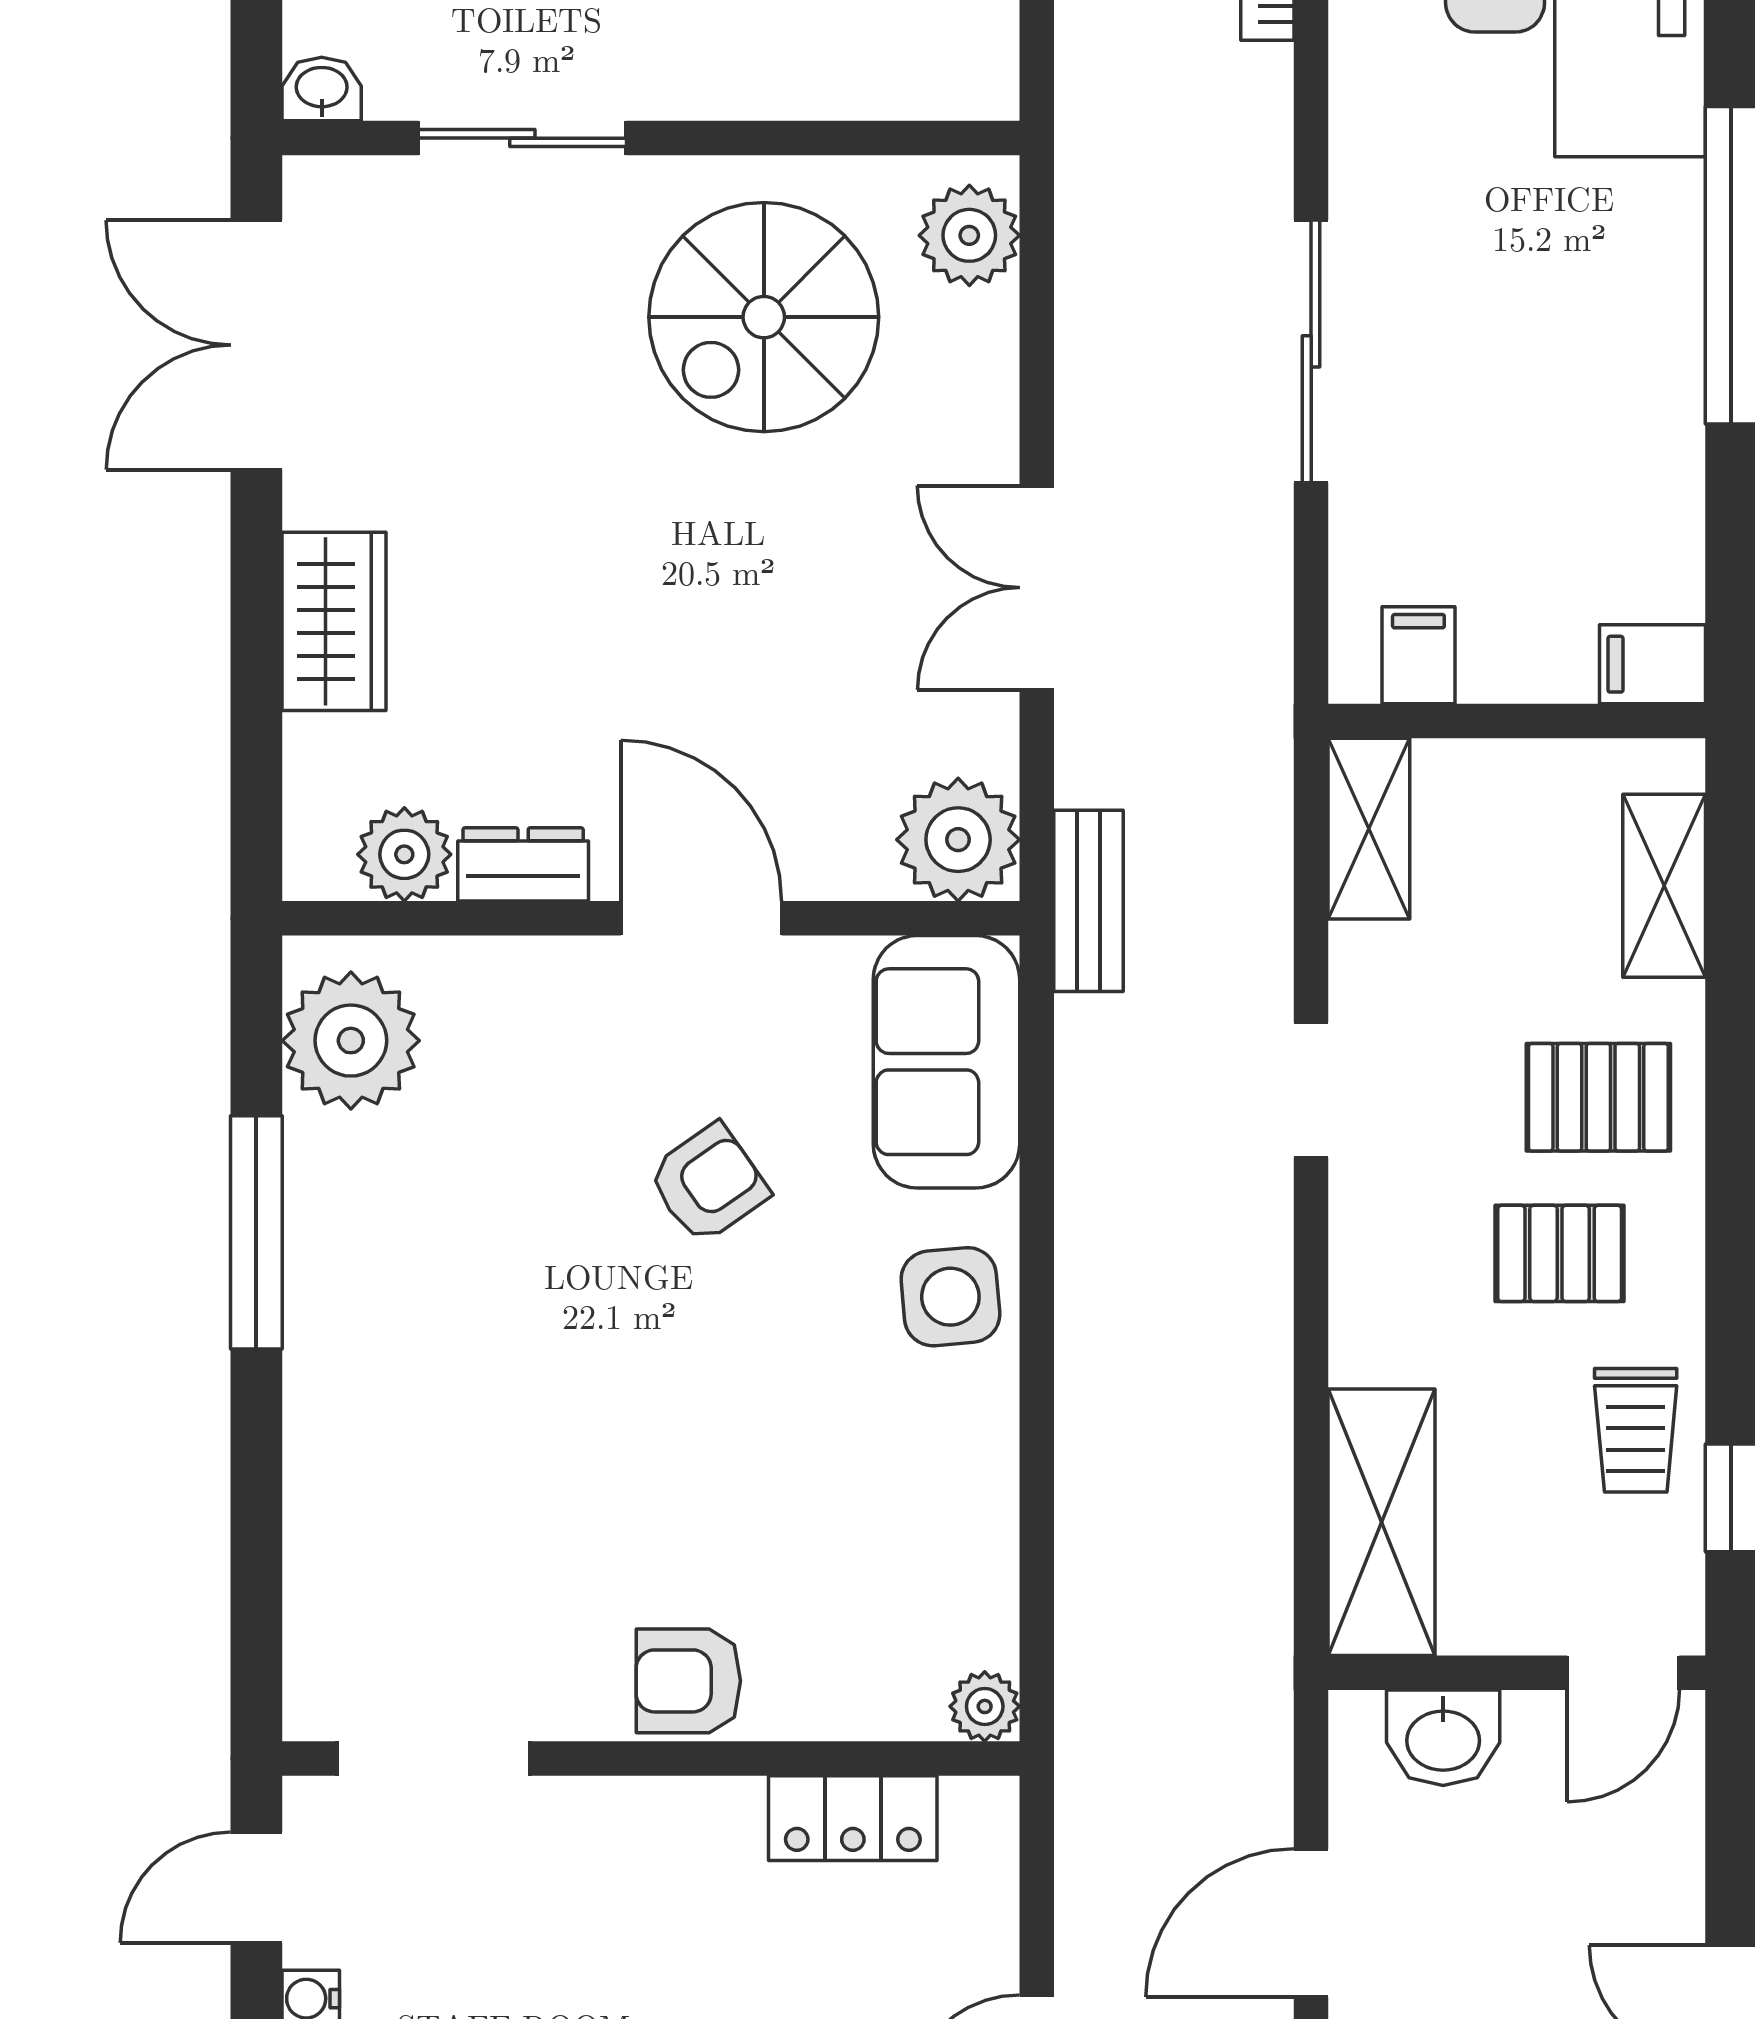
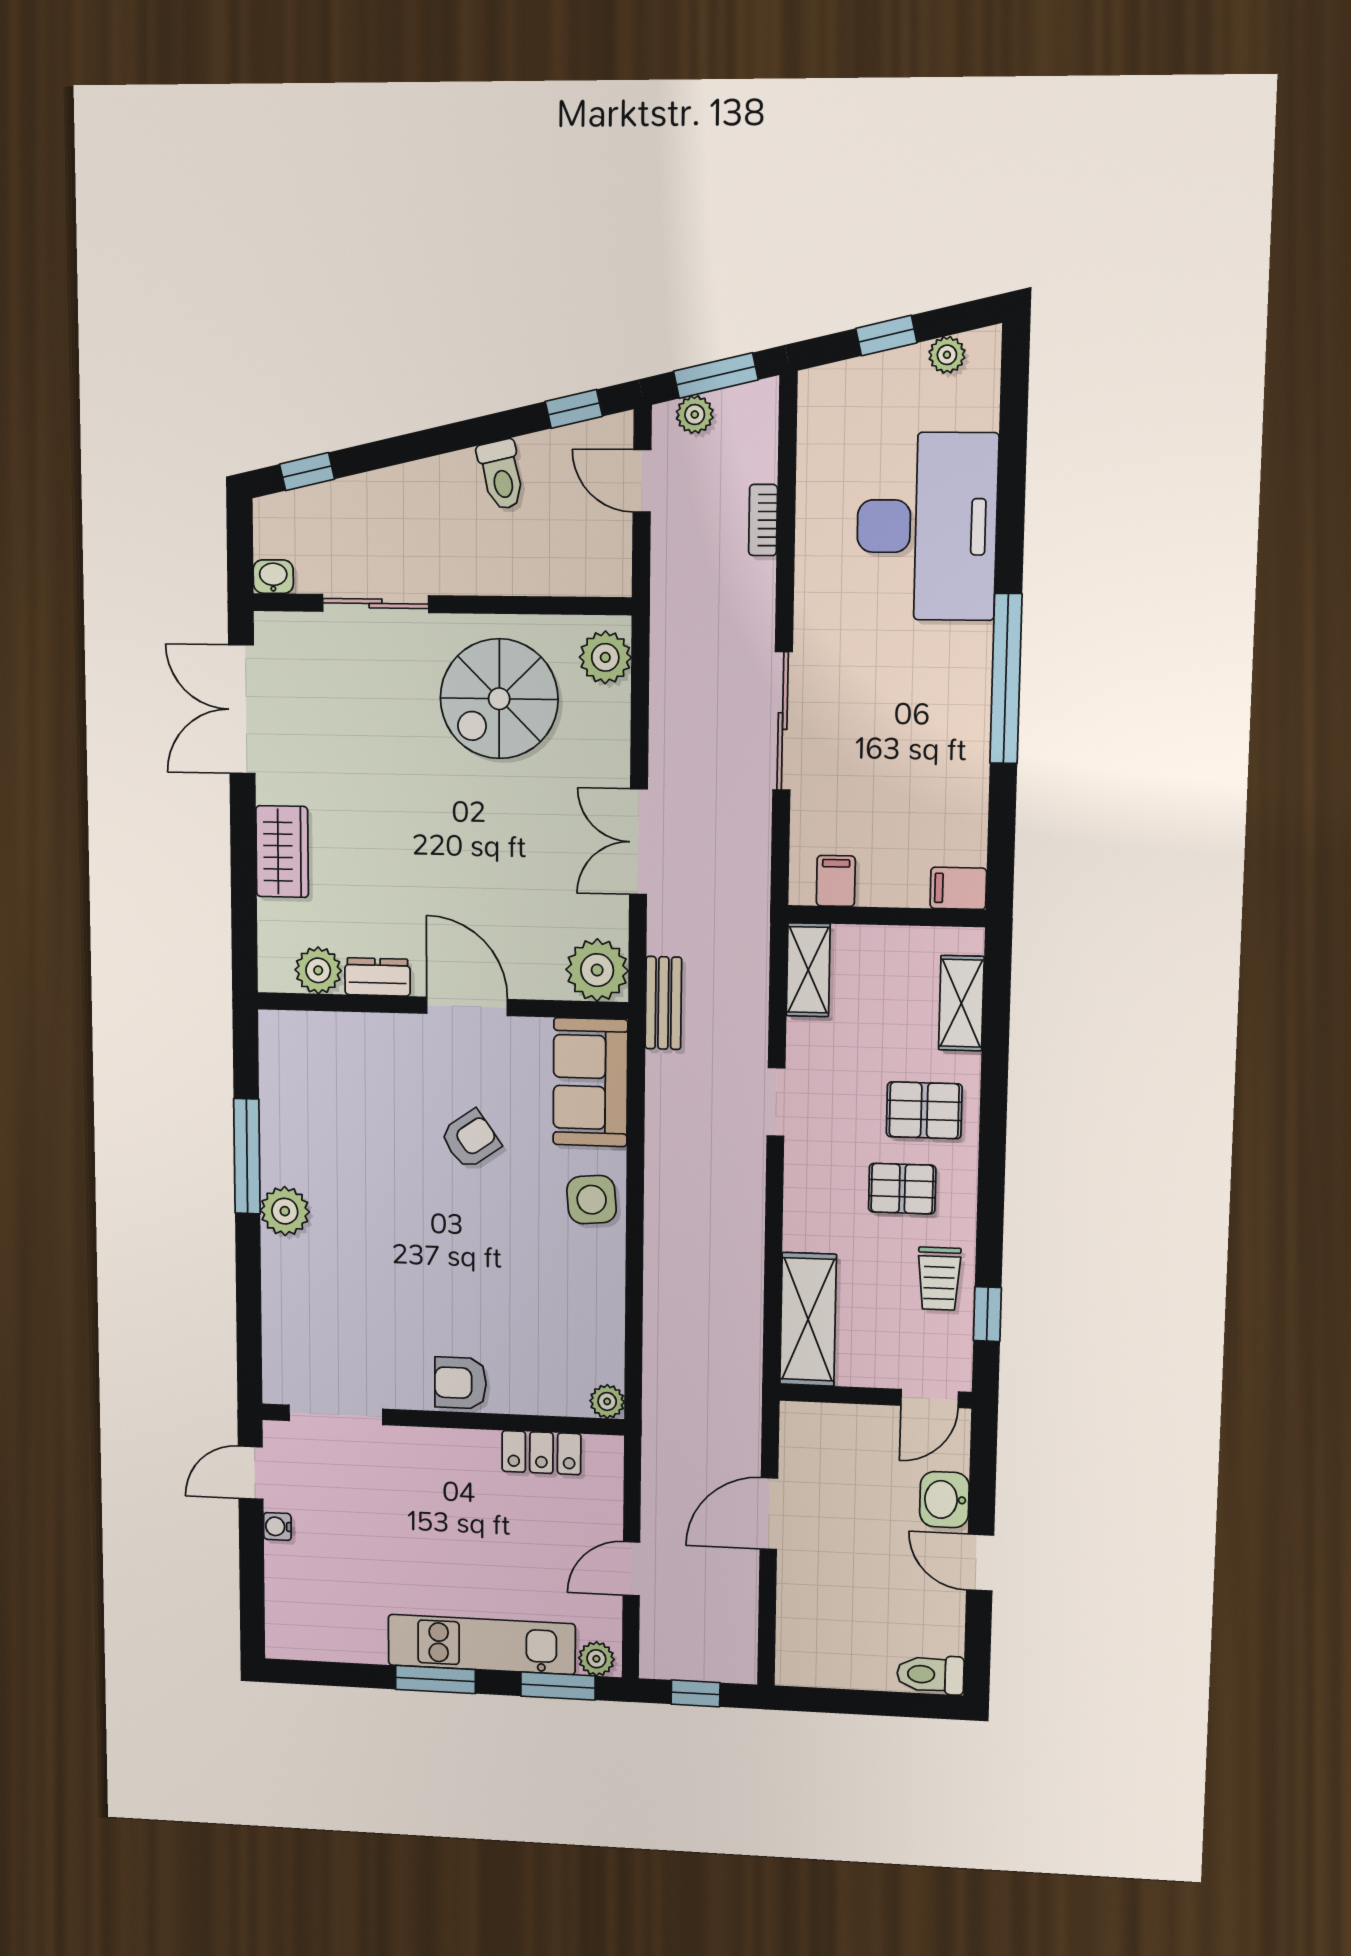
plant: (351, 1041) -> (285, 1211), moved, width x0.73, depth x0.73
washbasin: (1443, 1738) -> (944, 1500), moved, turned 90

